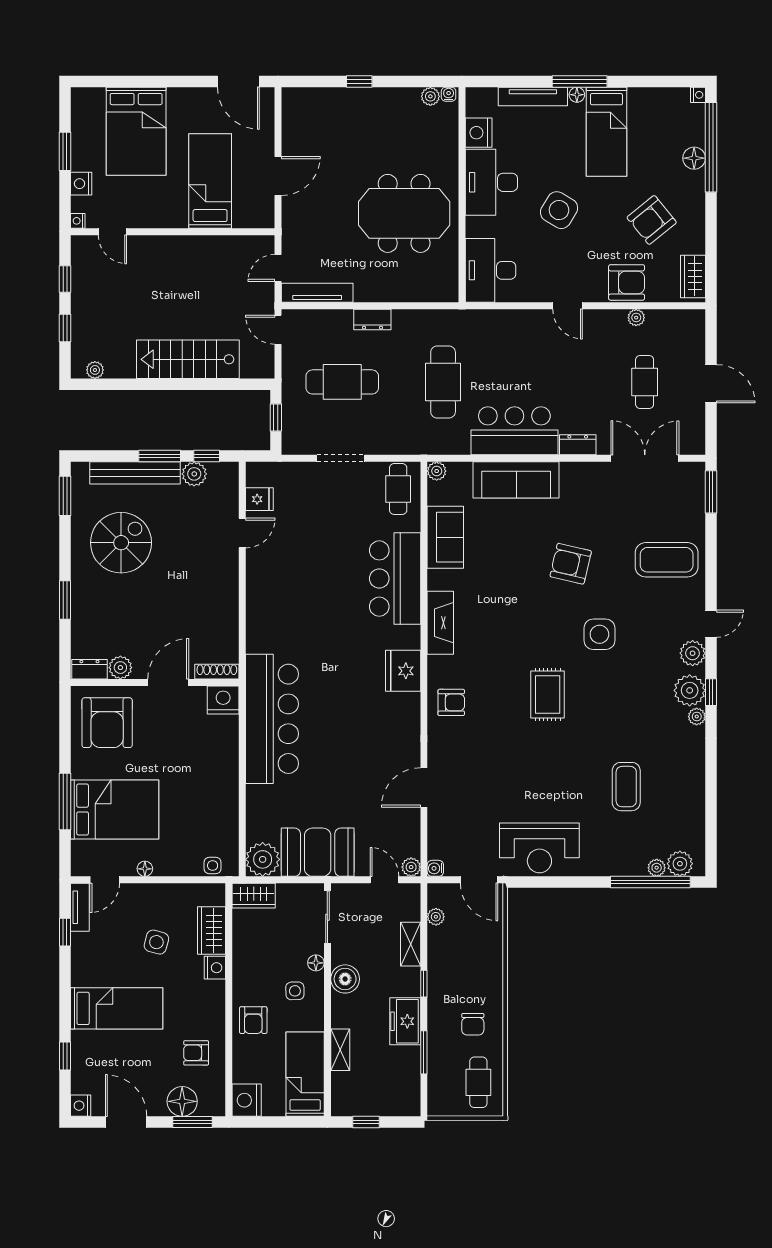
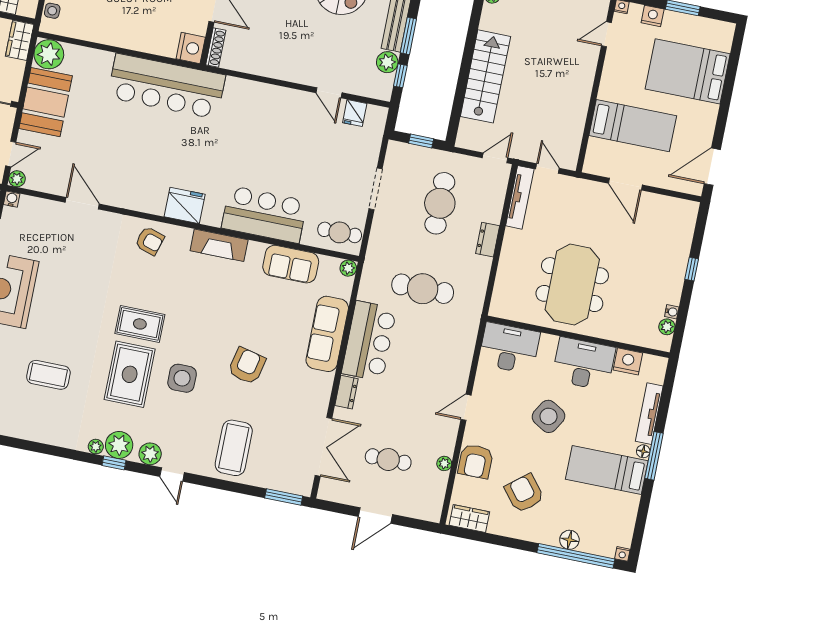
water cooler: (449, 94) -> (672, 312), moved
rug: (607, 695) -> (130, 374), added
armchair: (451, 702) -> (150, 241), turned -73

